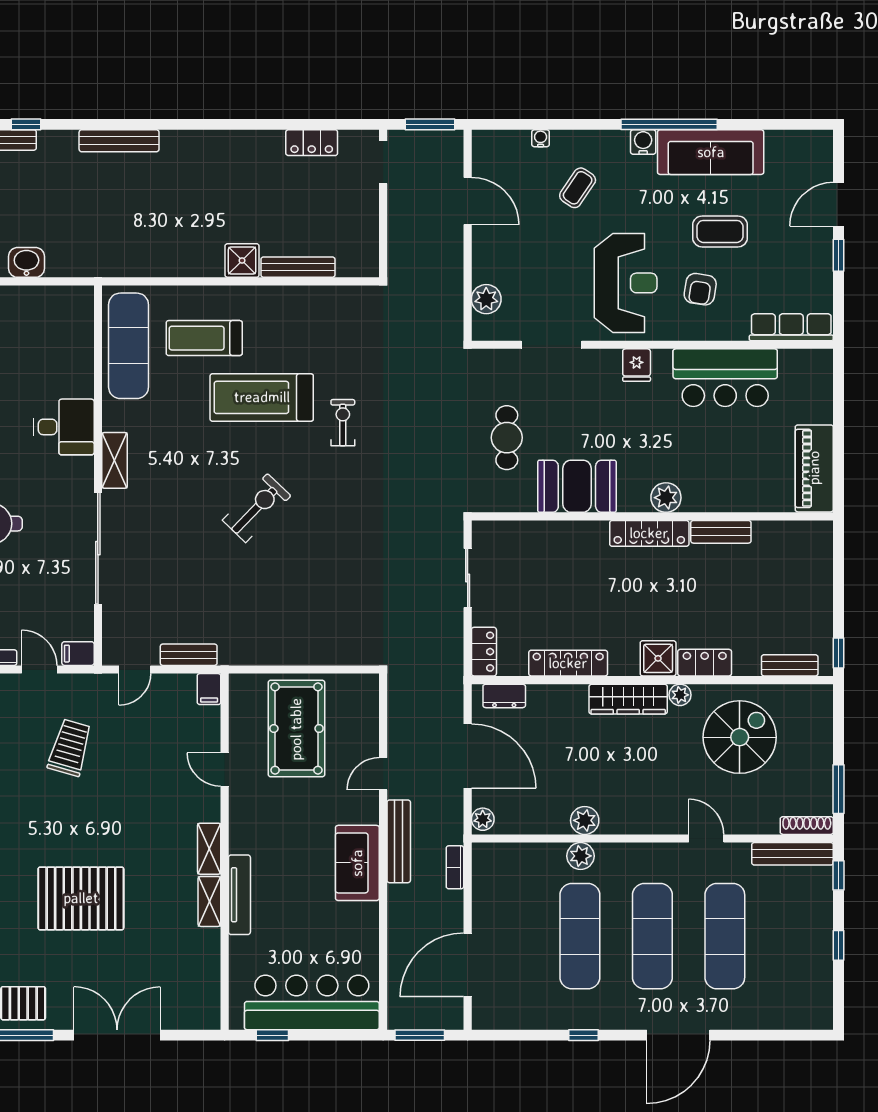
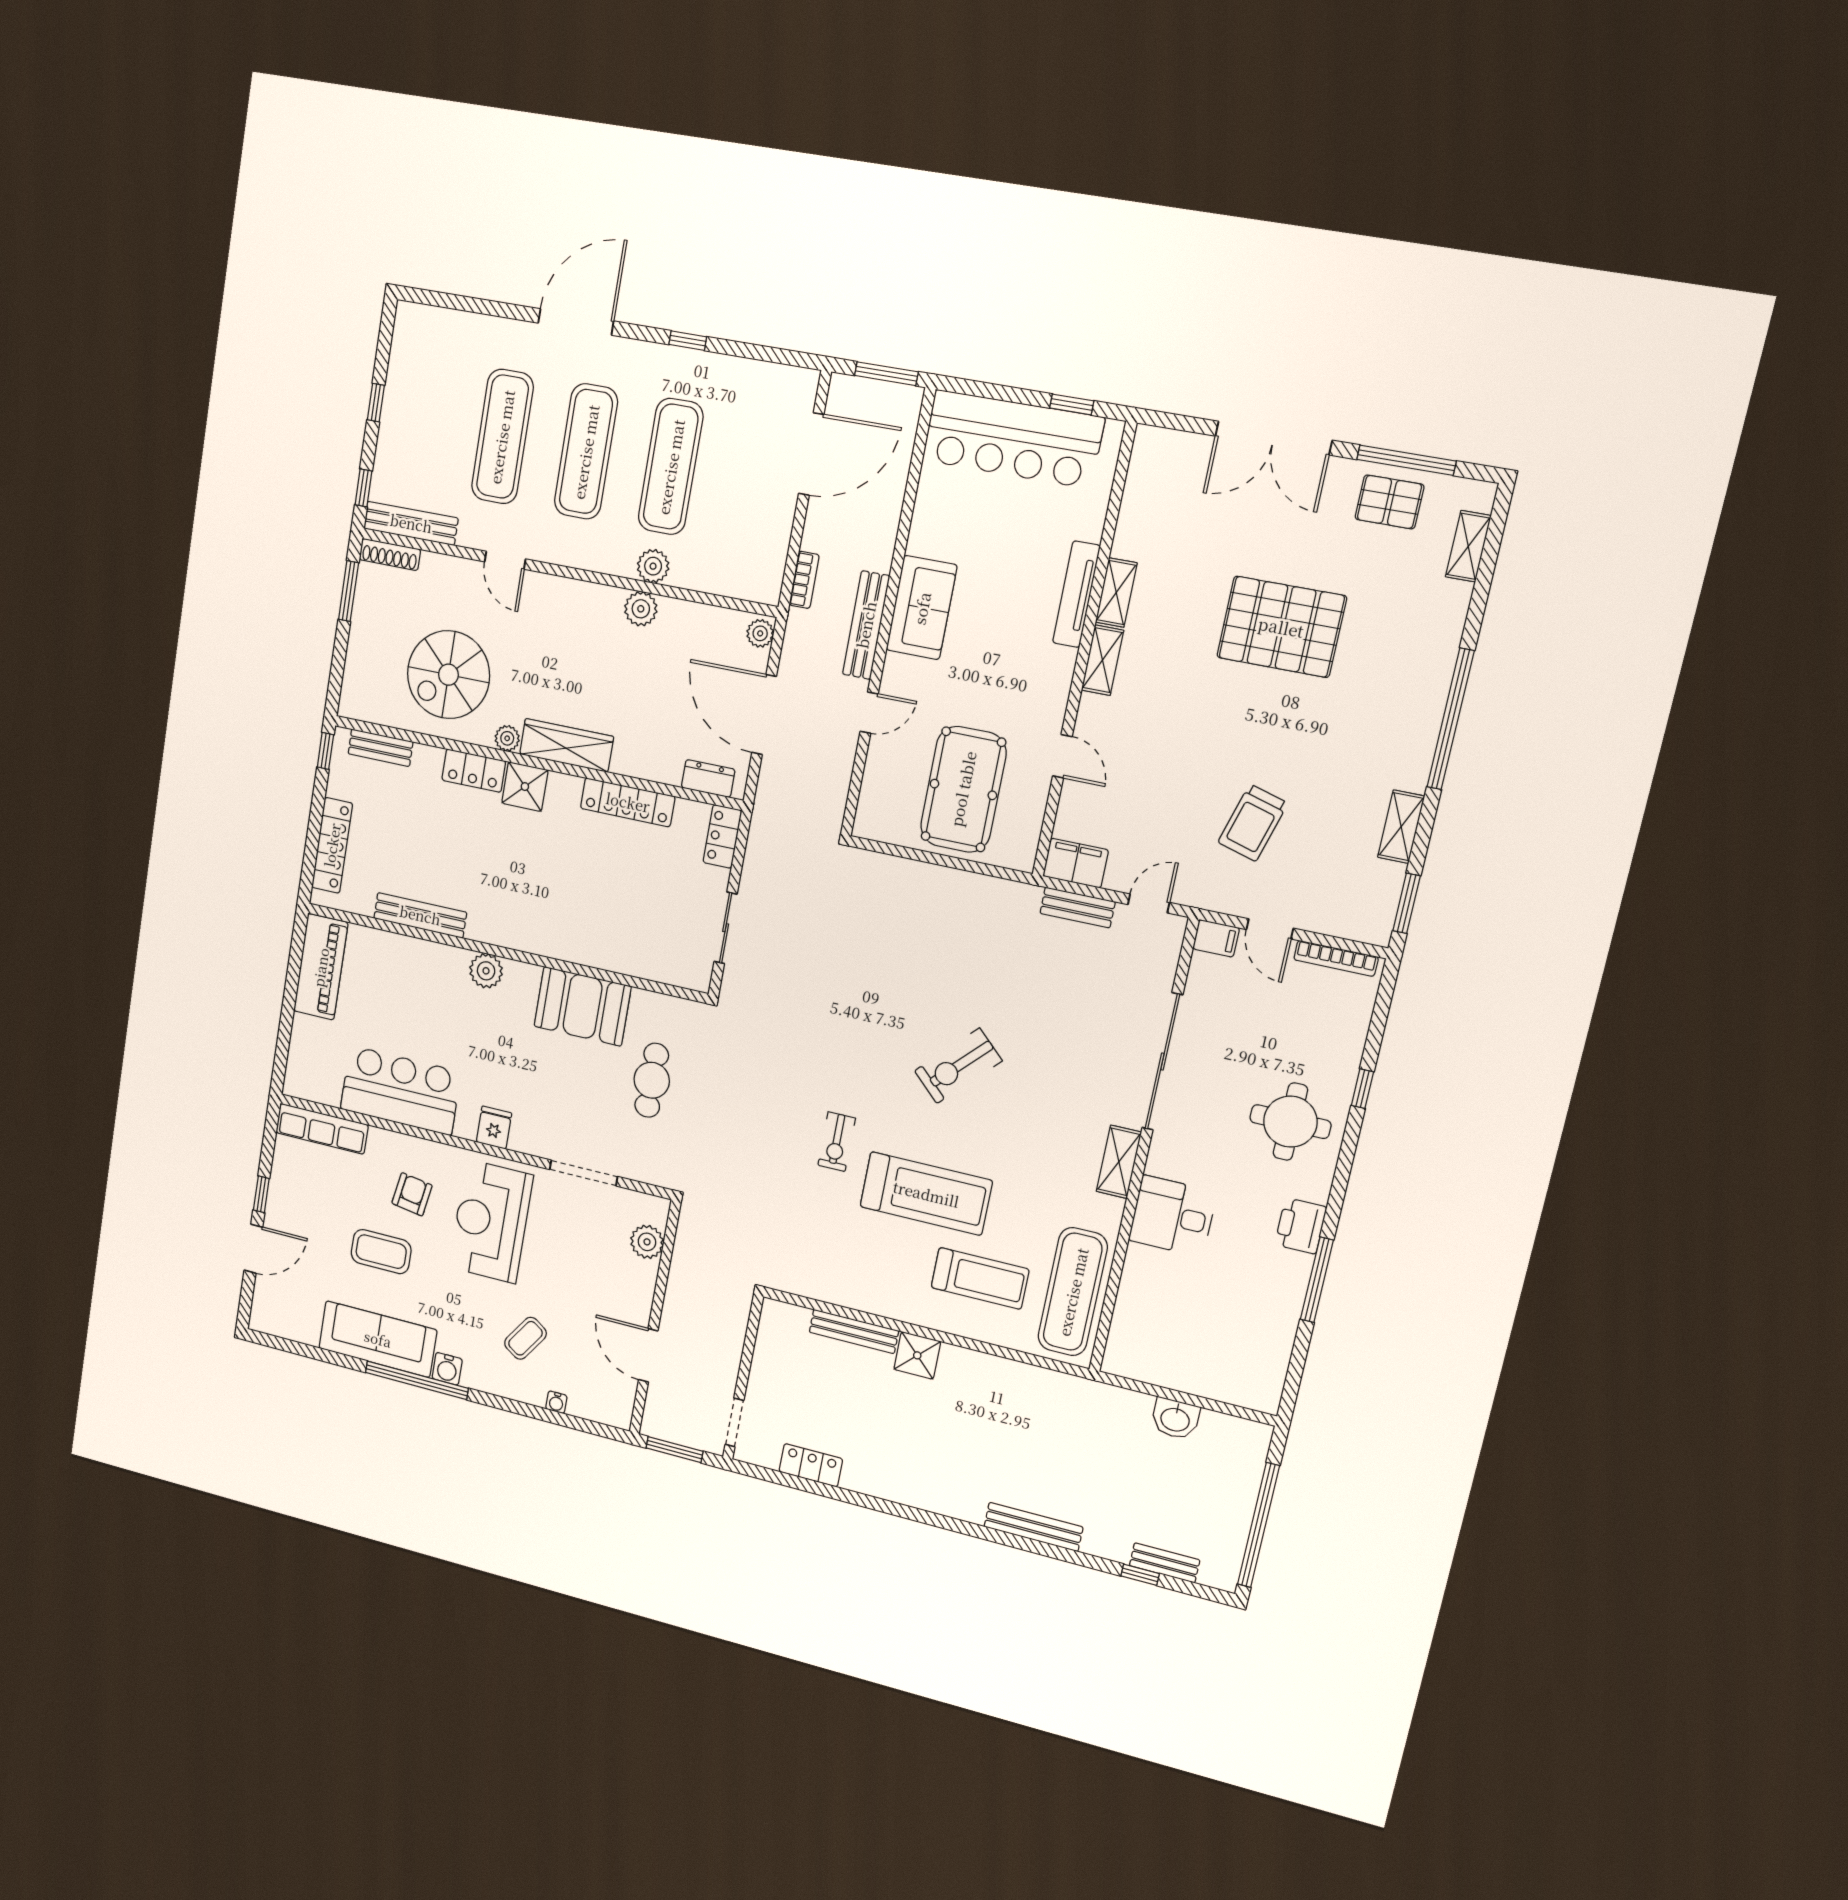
bench: (721, 532) -> (420, 915), width x1.36
locker: (649, 533) -> (332, 845), moved, turned 90
filing cabinet: (209, 689) -> (1076, 863), width x2.00

